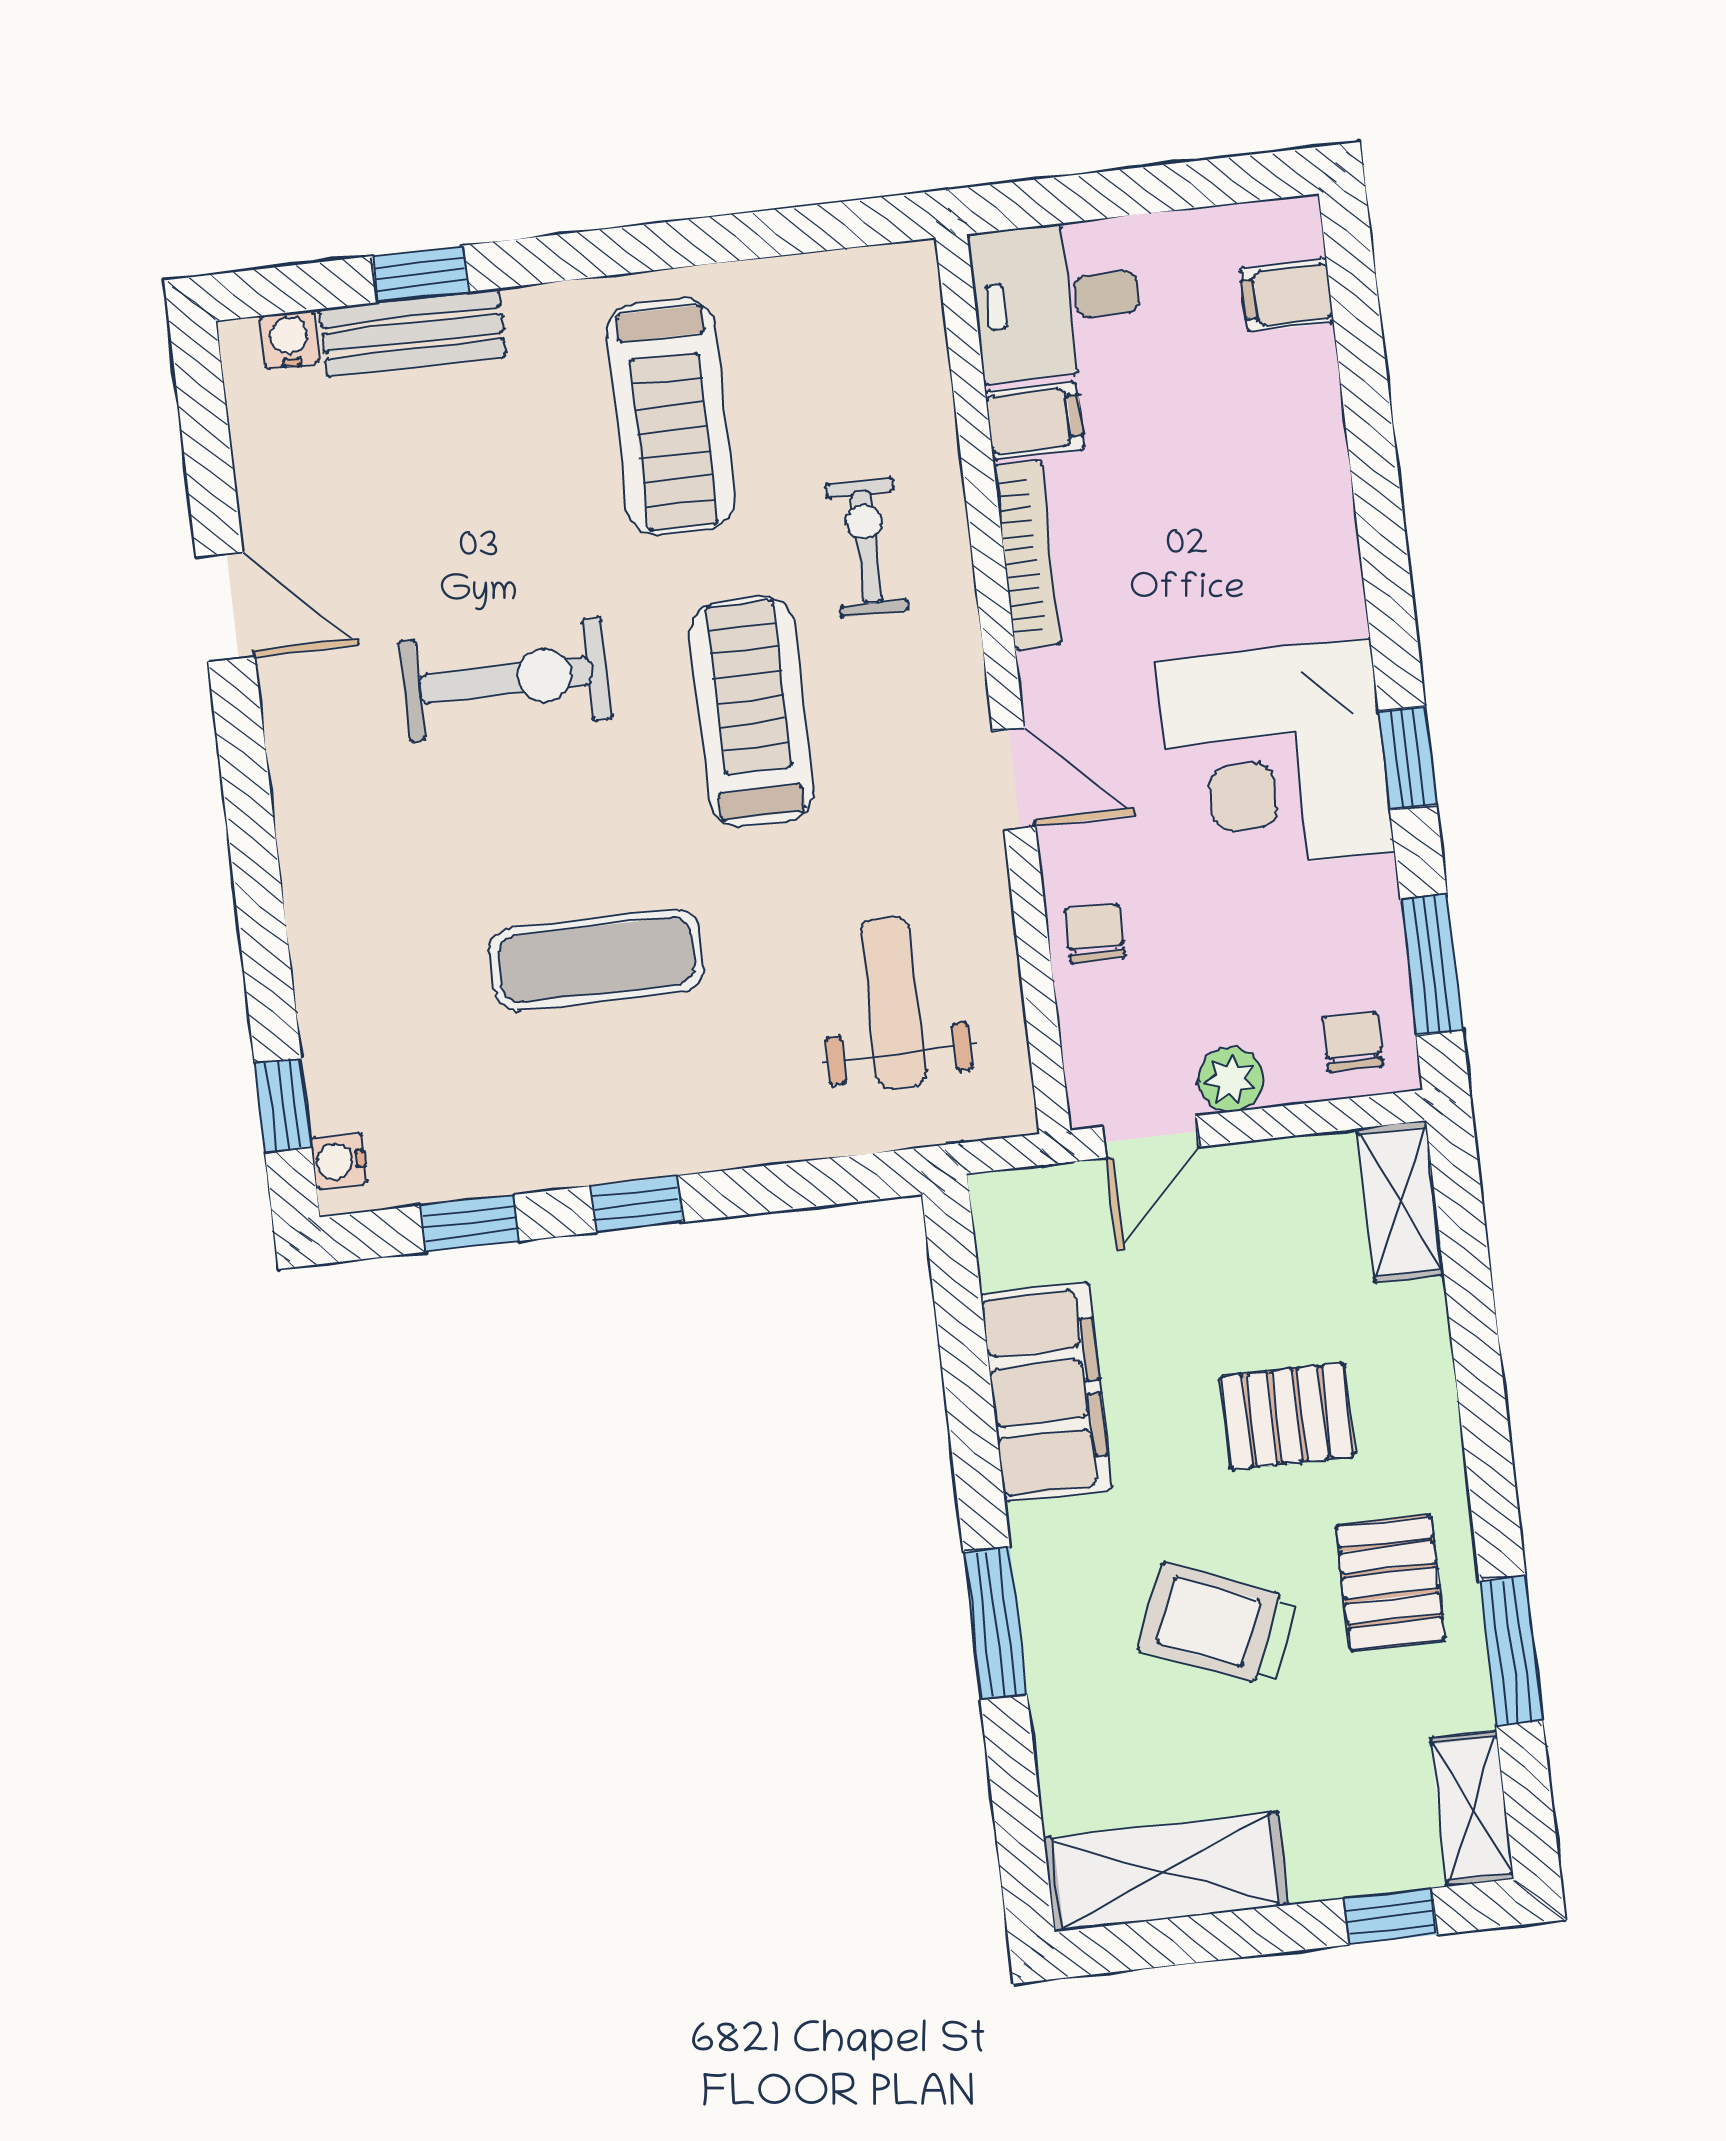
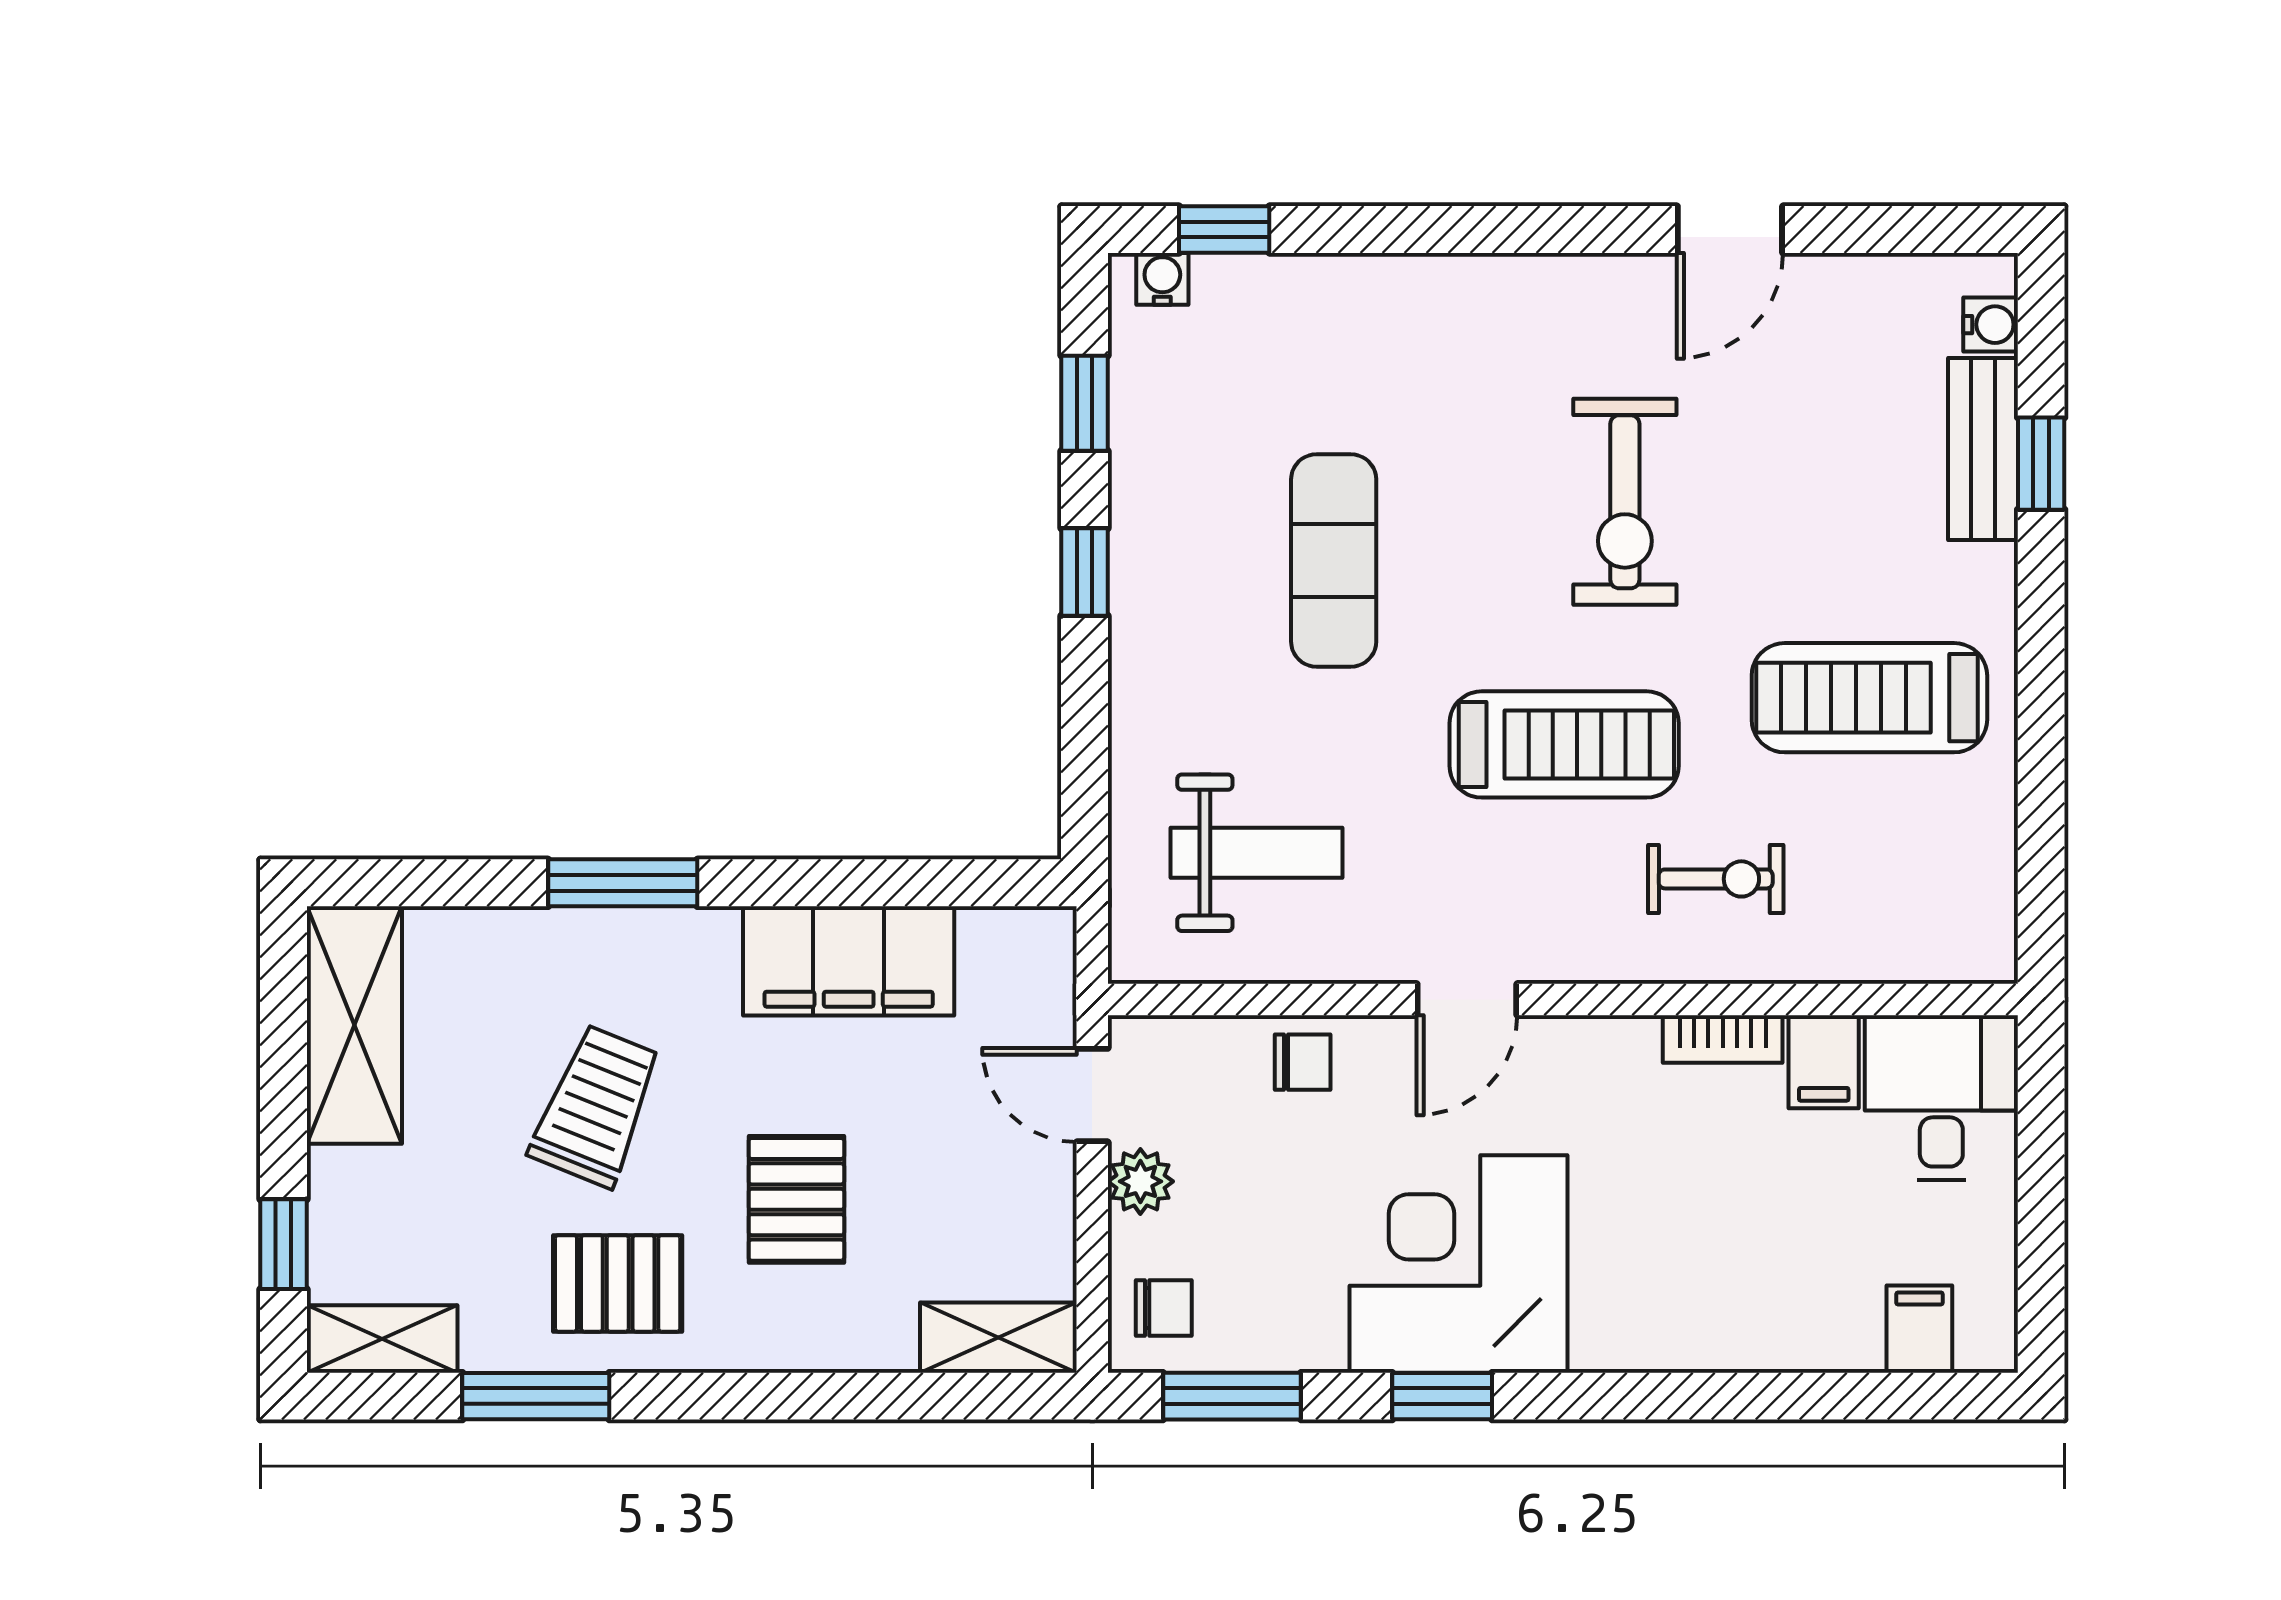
bookcase: (1027, 555) -> (1723, 1039), width x0.64

